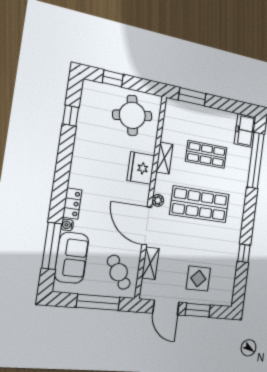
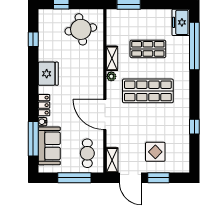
fridge: (141, 168) -> (48, 74), moved, turned 180
plant: (158, 200) -> (111, 76), moved
shelving: (150, 263) -> (112, 160), moved
cafe table: (119, 272) -> (87, 153), turned 33

